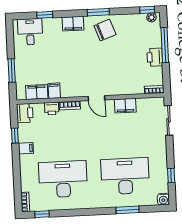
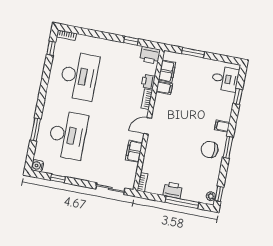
filing cabinet: (73, 24) -> (222, 126), width x0.50
chair: (105, 30) -> (210, 150), turned 110
filing cabinet: (26, 148) -> (117, 48), removed

